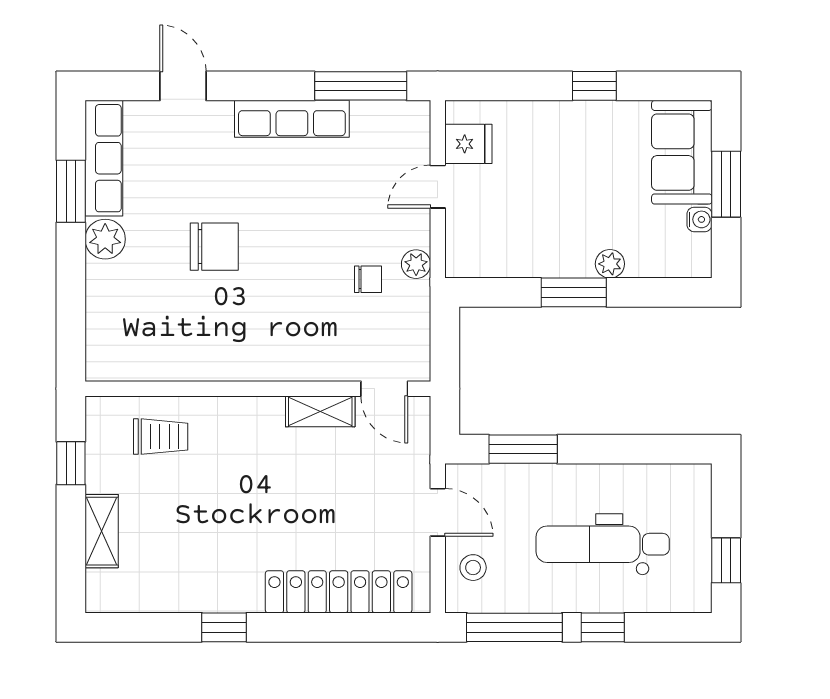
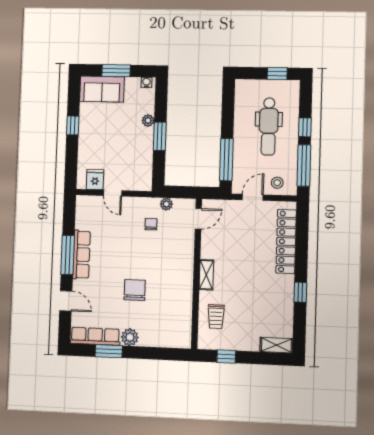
door: (183, 86) -> (66, 301), swing flipped
window: (361, 86) -> (68, 255), moved
water cooler: (699, 219) -> (146, 83), moved
plant: (416, 264) -> (166, 204), moved
shelving: (320, 411) -> (206, 275), moved
trolley: (161, 437) -> (216, 317), turned 180
window: (523, 449) -> (226, 160), width x1.44
shelving: (102, 531) -> (276, 345), moved

